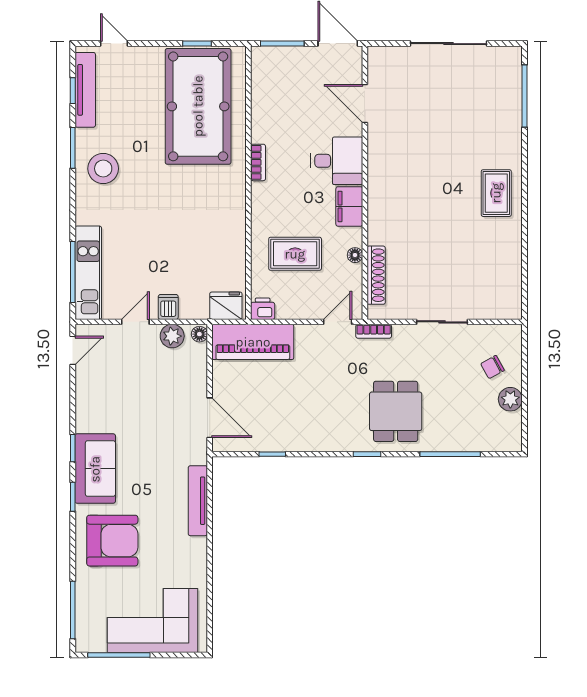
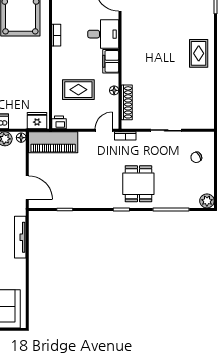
plant: (510, 399) -> (207, 201), moved

